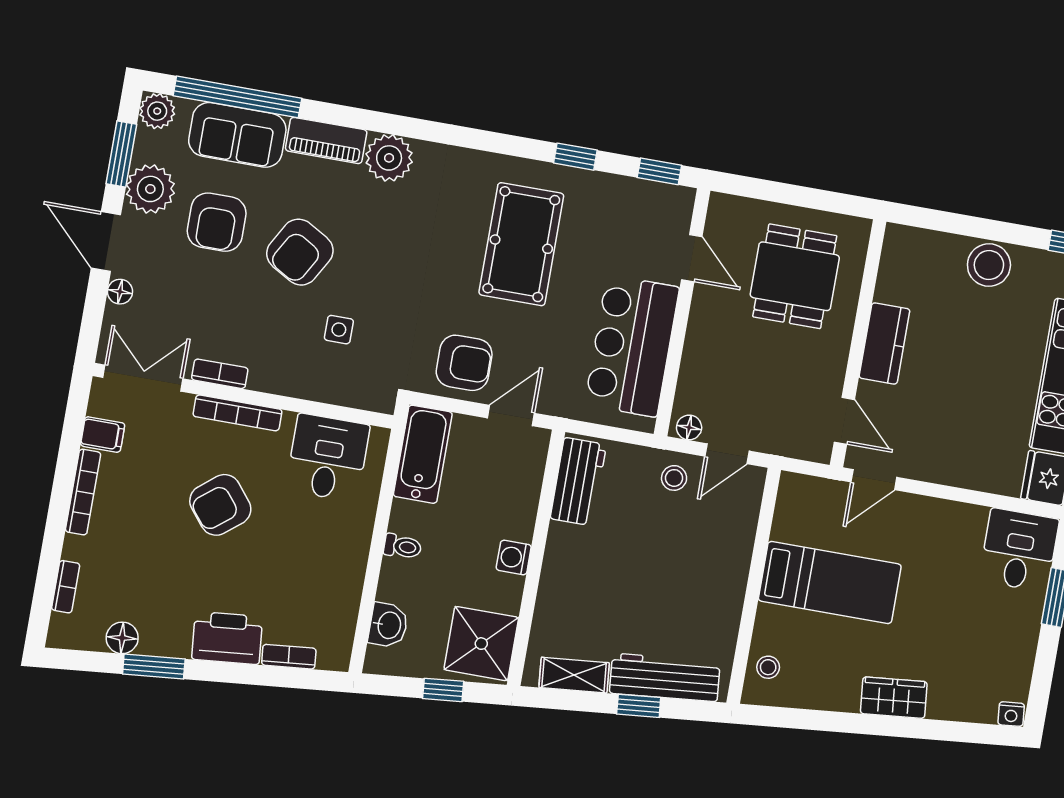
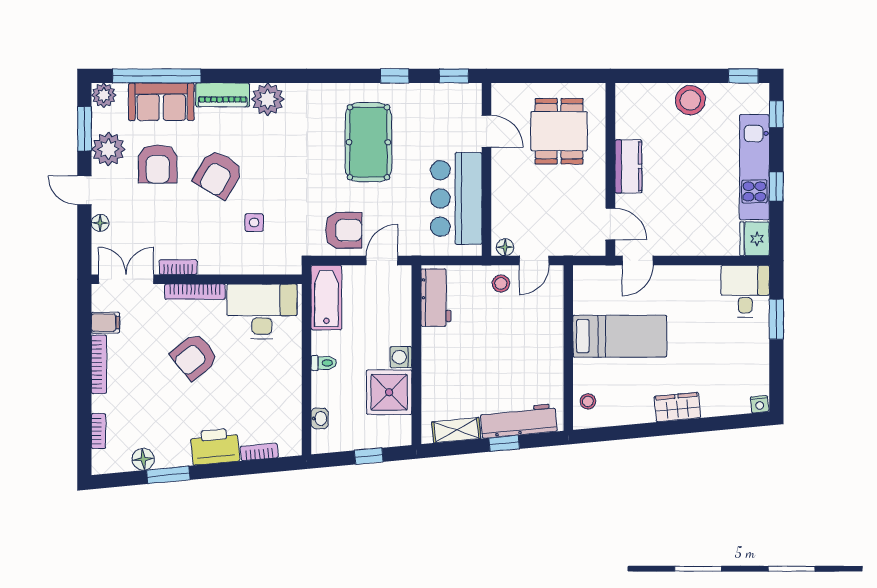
door: (106, 242) -> (84, 190), width x0.73
desk: (328, 458) -> (262, 311), width x1.37
washbasin: (388, 625) -> (320, 418), width x0.72, depth x0.69
shower: (481, 644) -> (389, 392), moved

